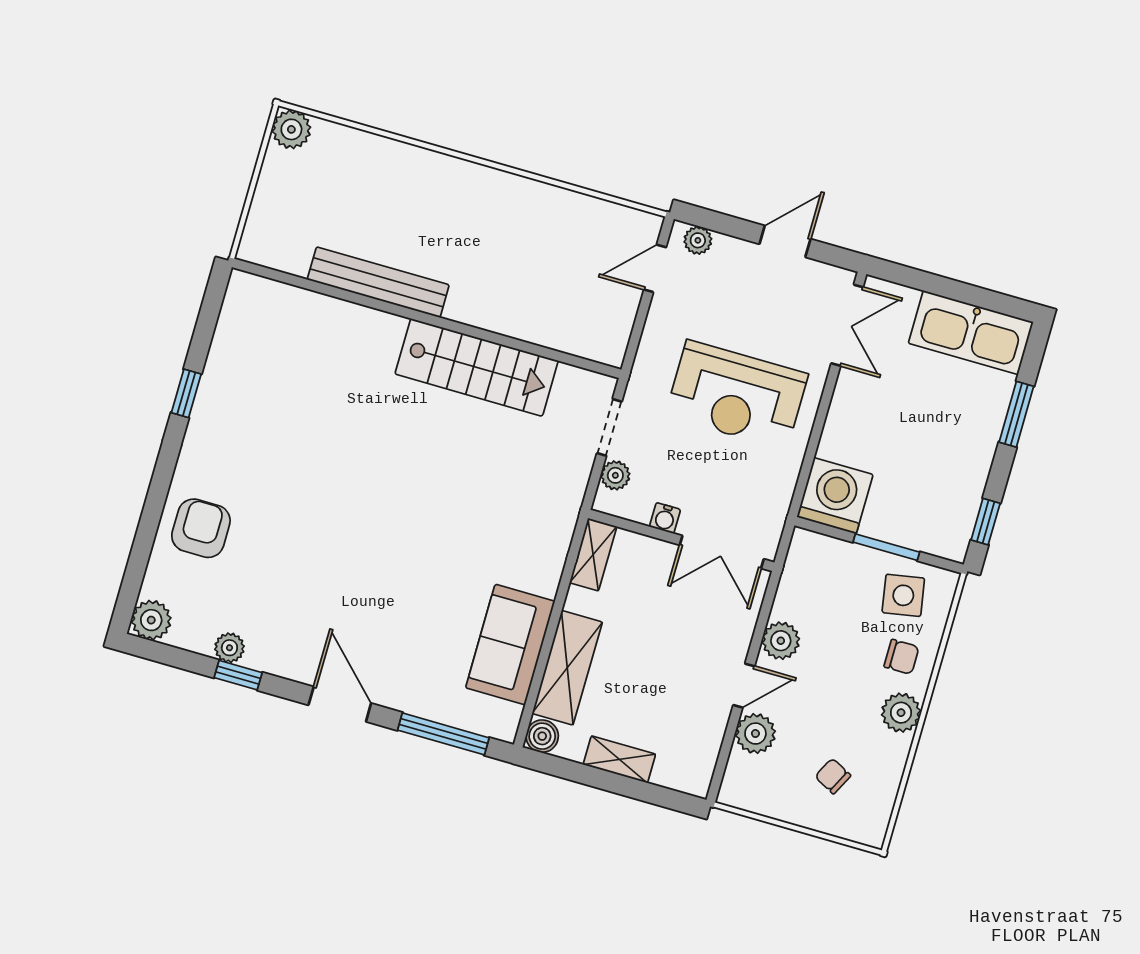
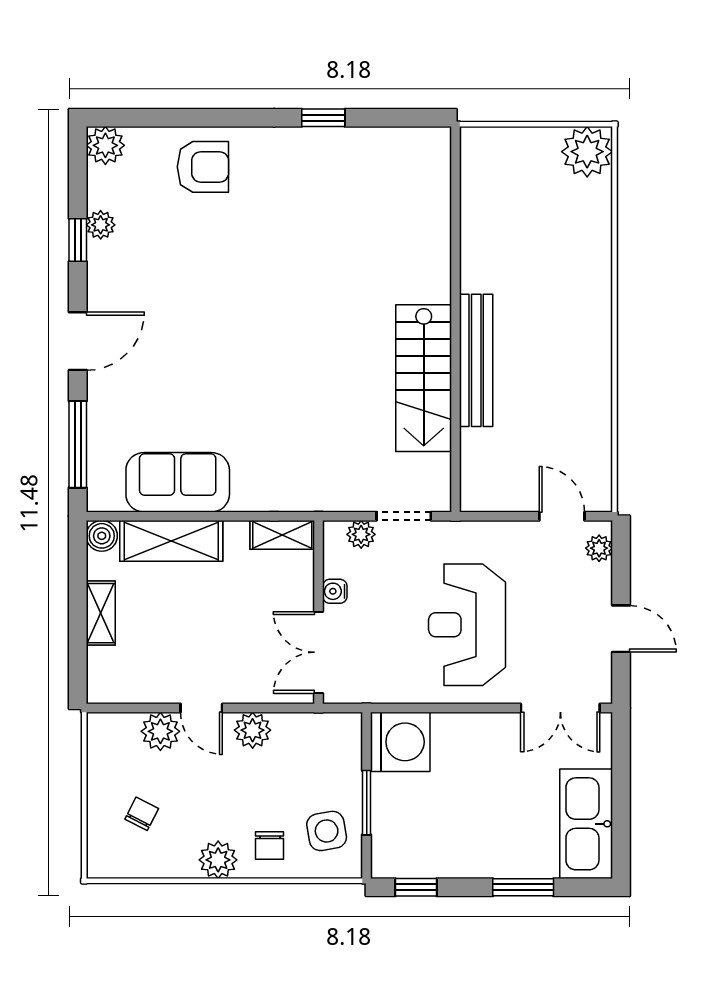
plant: (291, 129) -> (587, 152), width x1.36, depth x1.36
bench: (378, 282) -> (476, 360), moved

